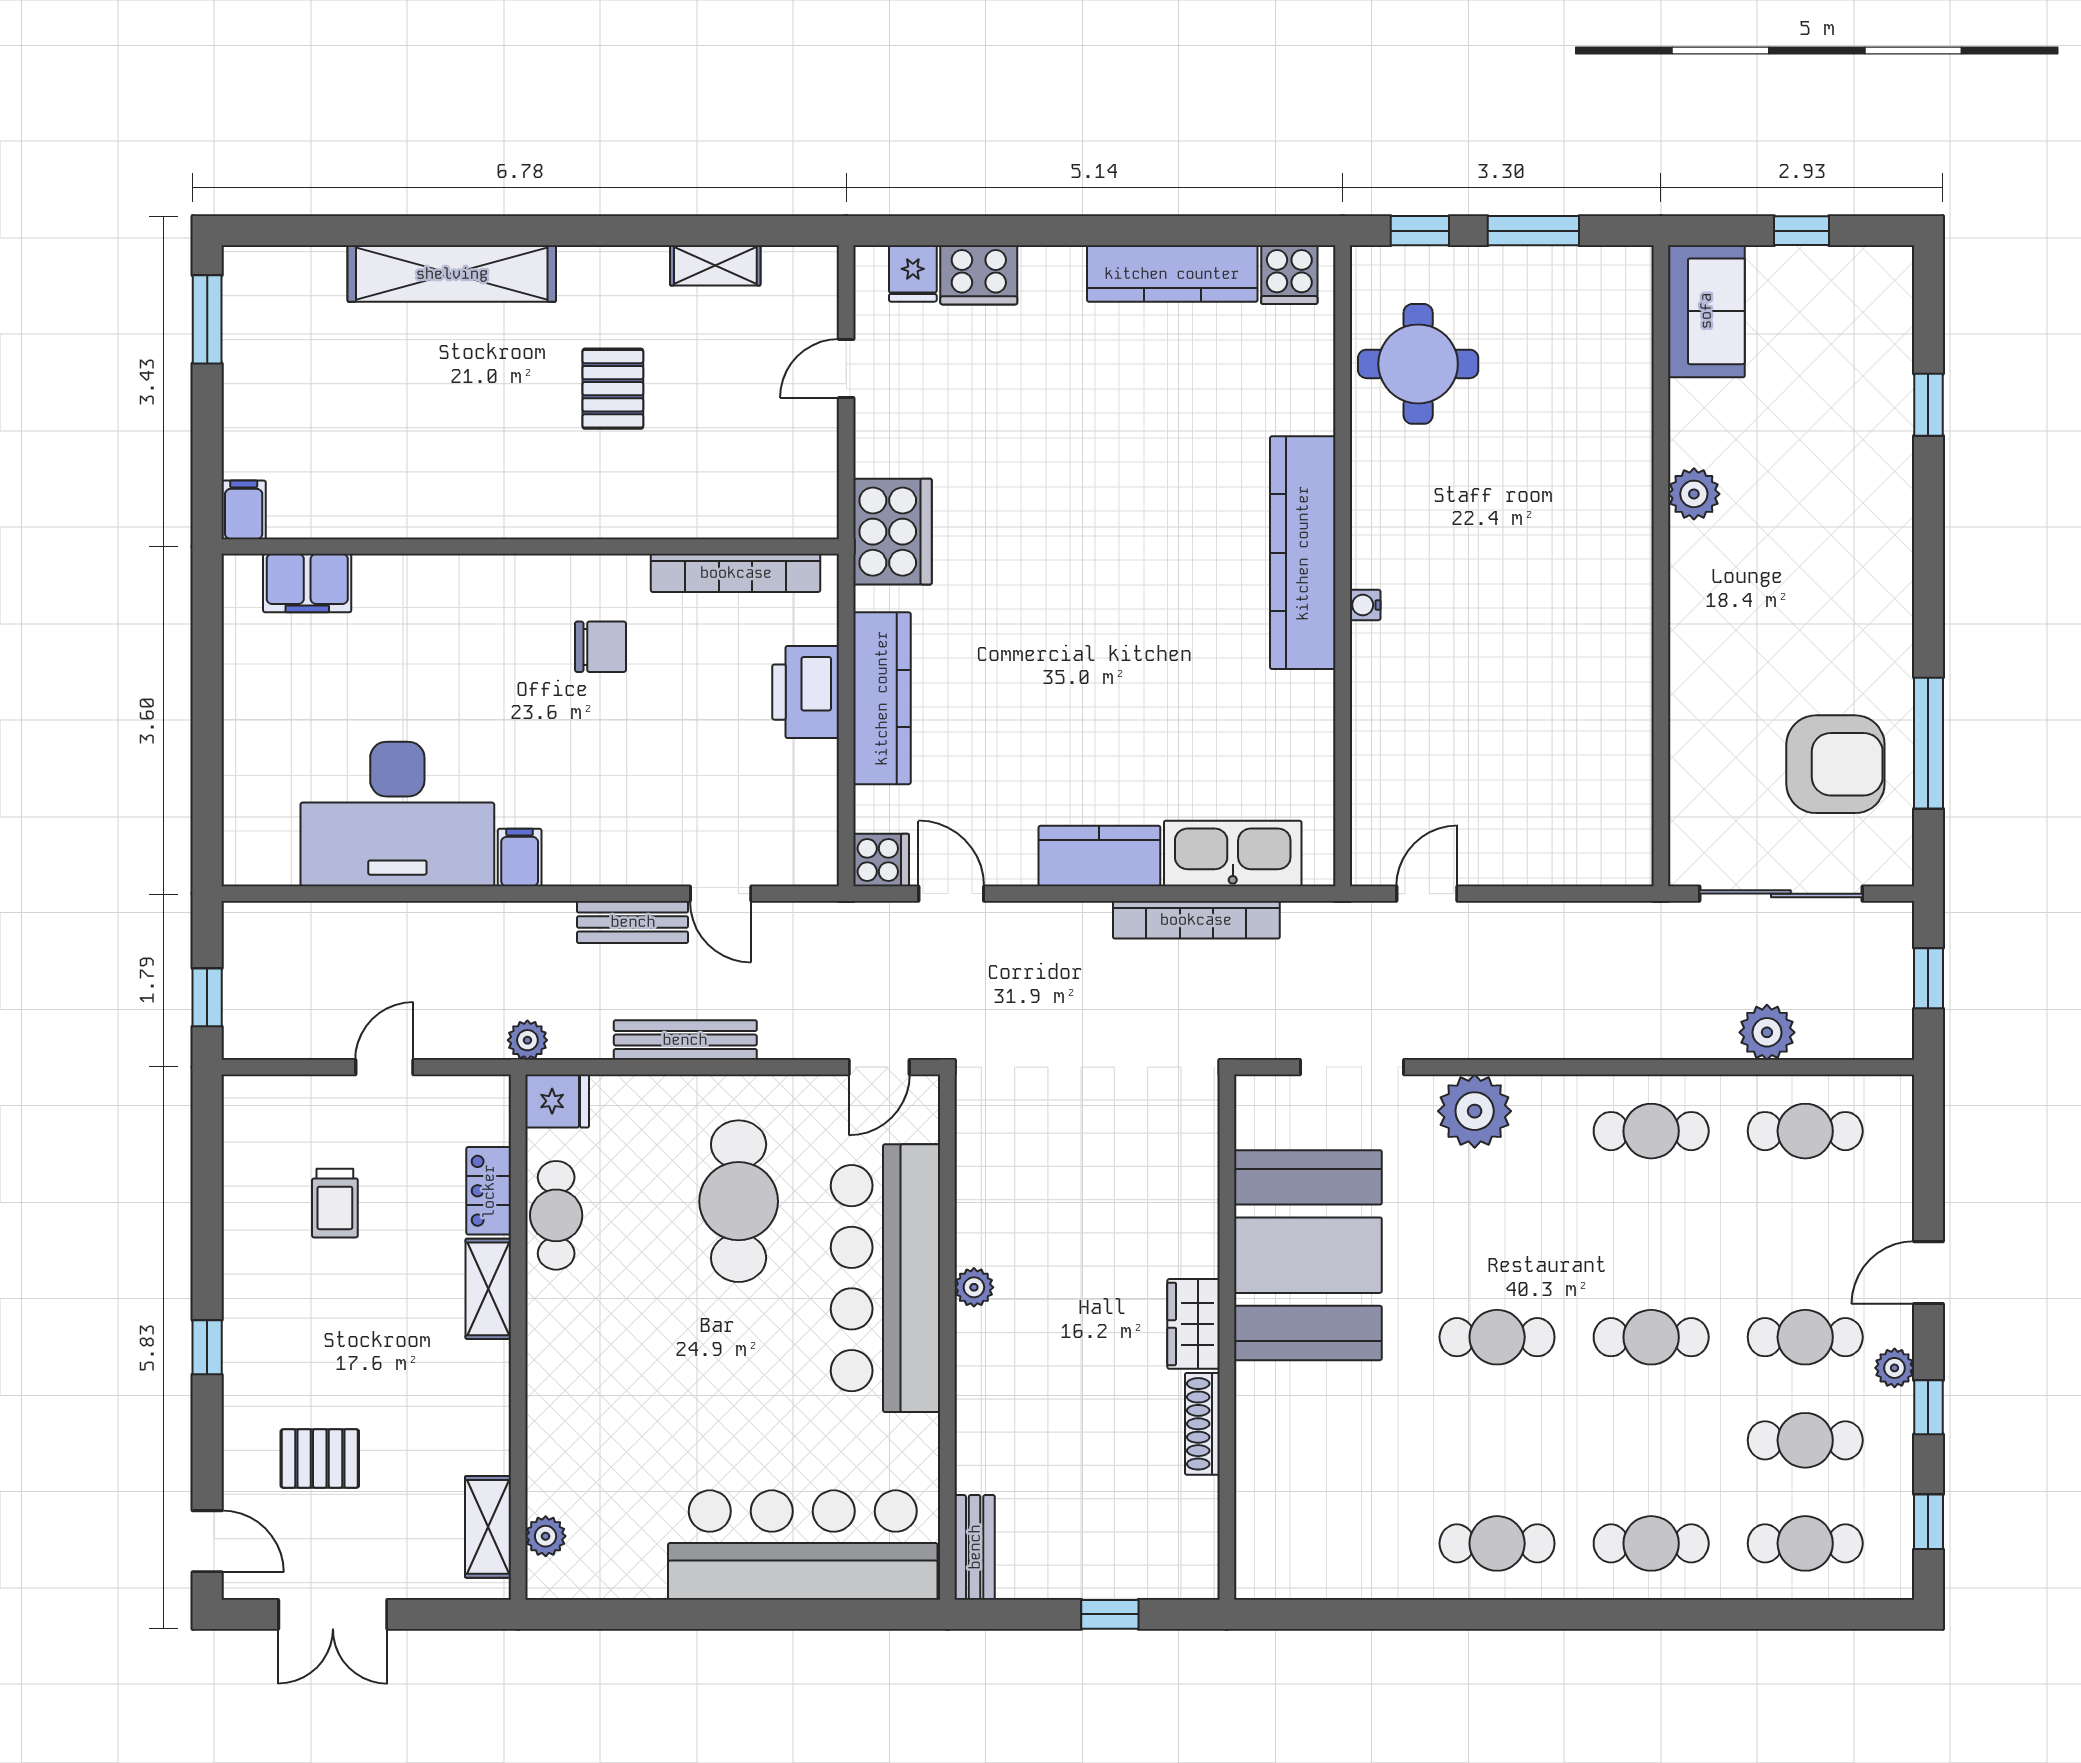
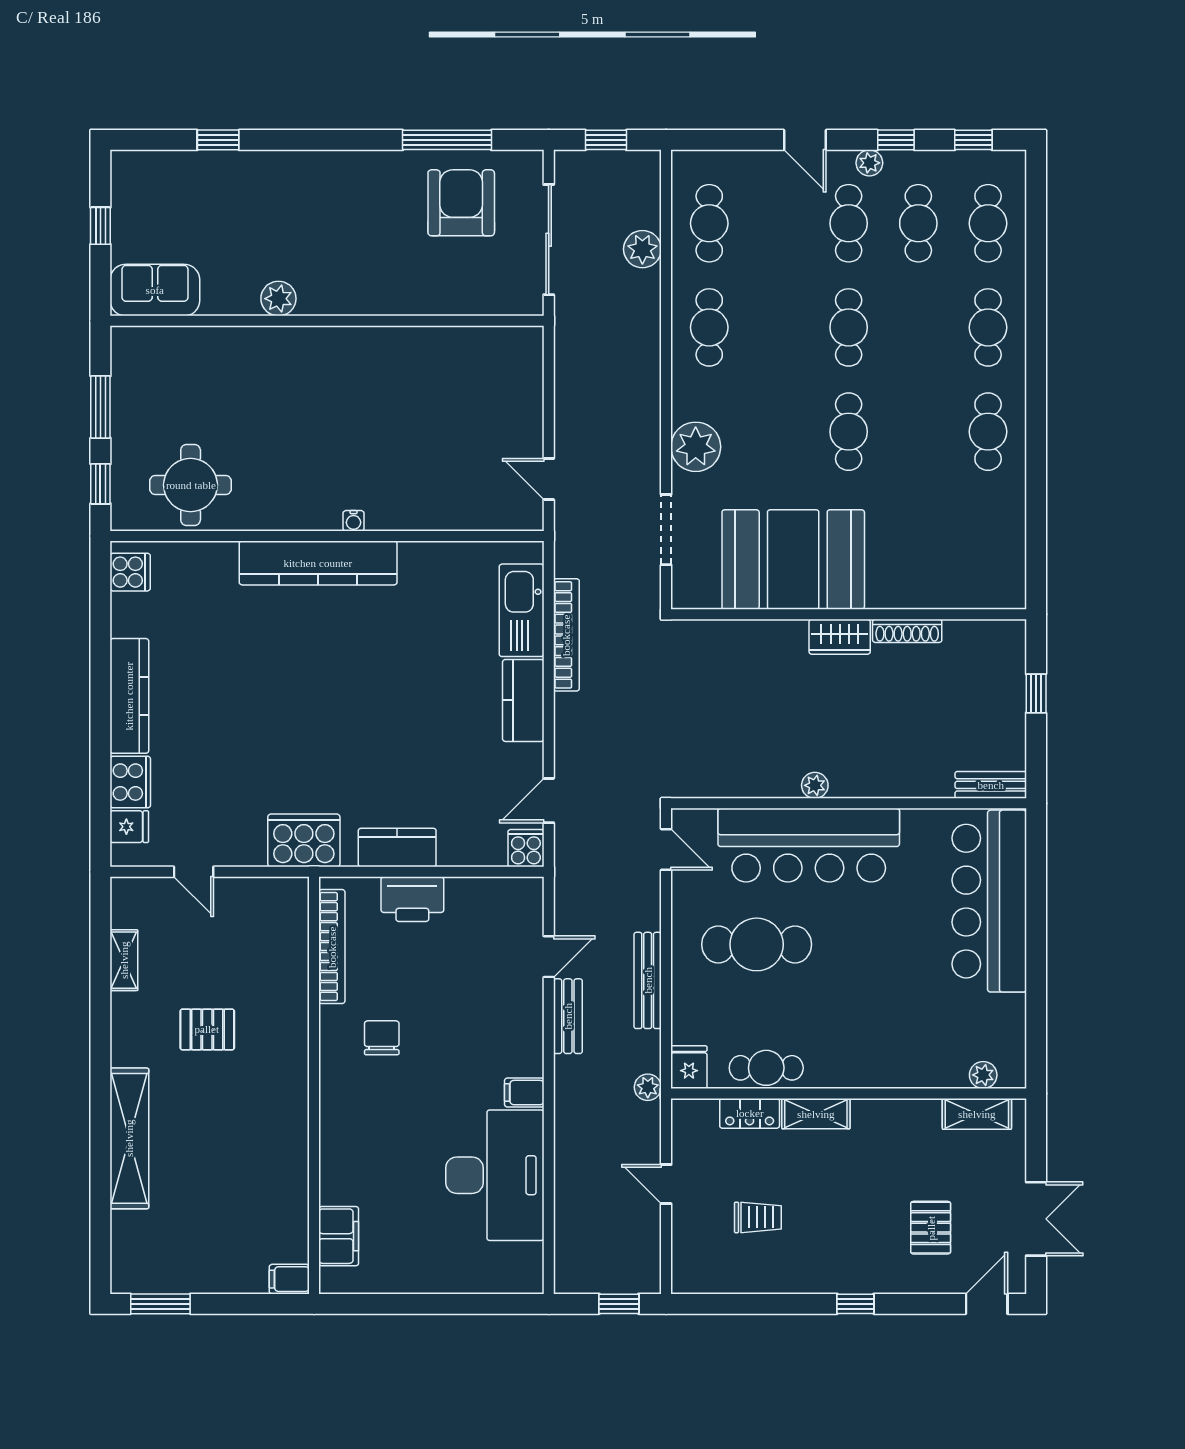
kitchen counter: (1172, 274) -> (129, 696), moved
kitchen counter: (882, 698) -> (397, 848), width x0.67

